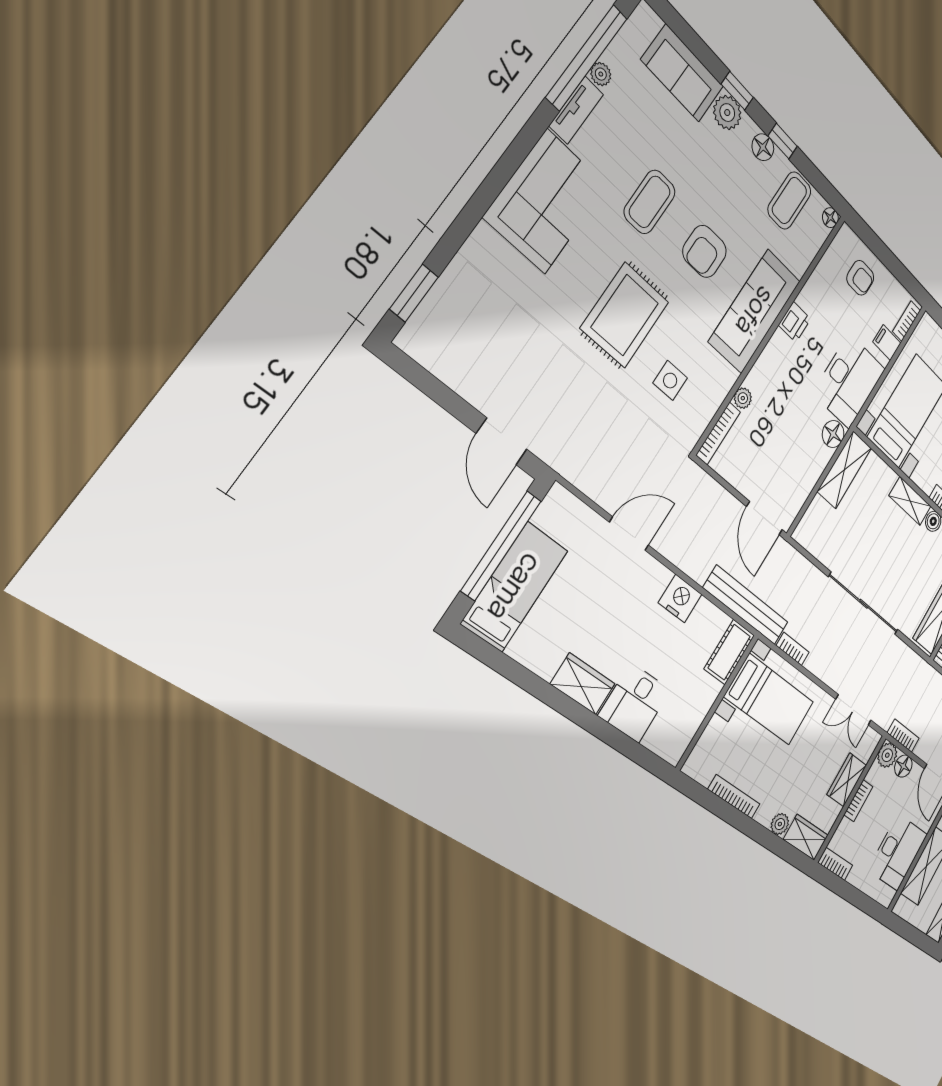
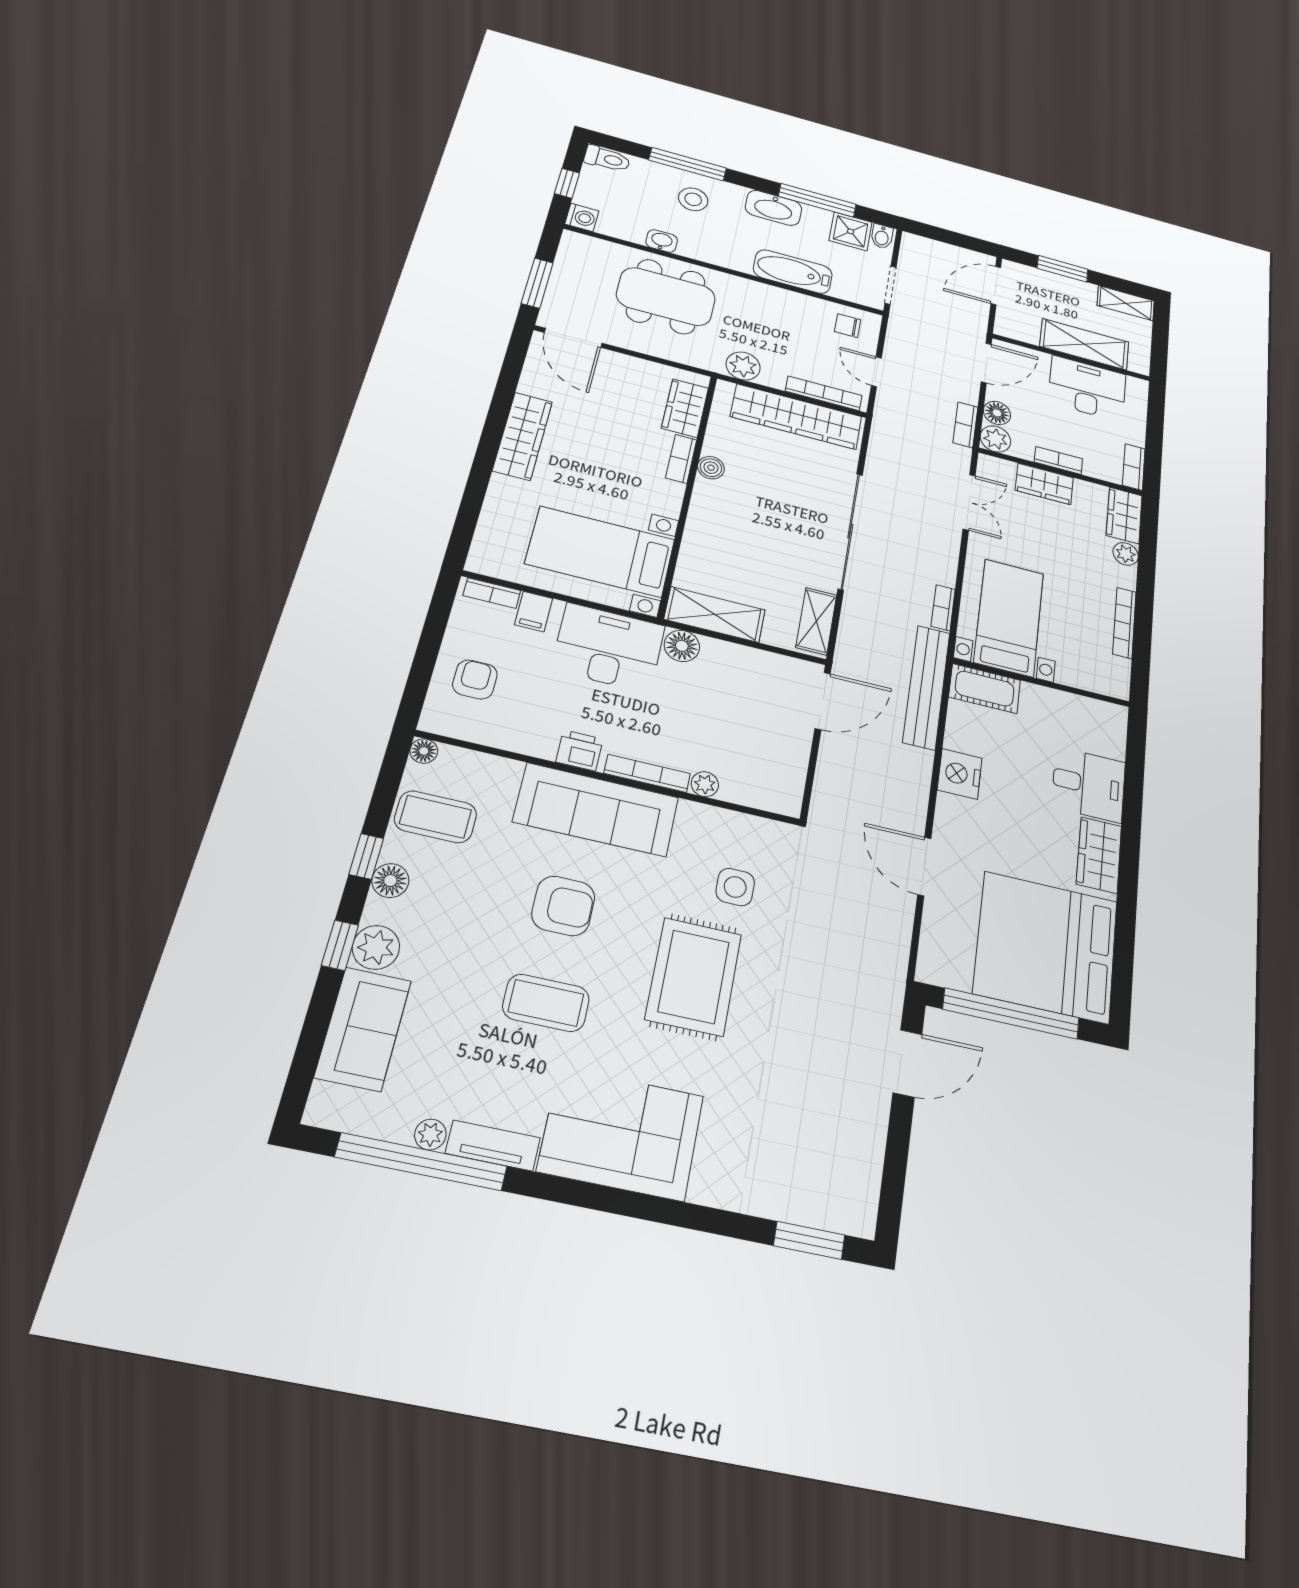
rug: (625, 315) -> (694, 977), turned 90
bookcase: (718, 433) -> (647, 773), moved
shelving: (910, 501) -> (816, 621), moved
bed: (515, 587) -> (1046, 947), width x2.04

